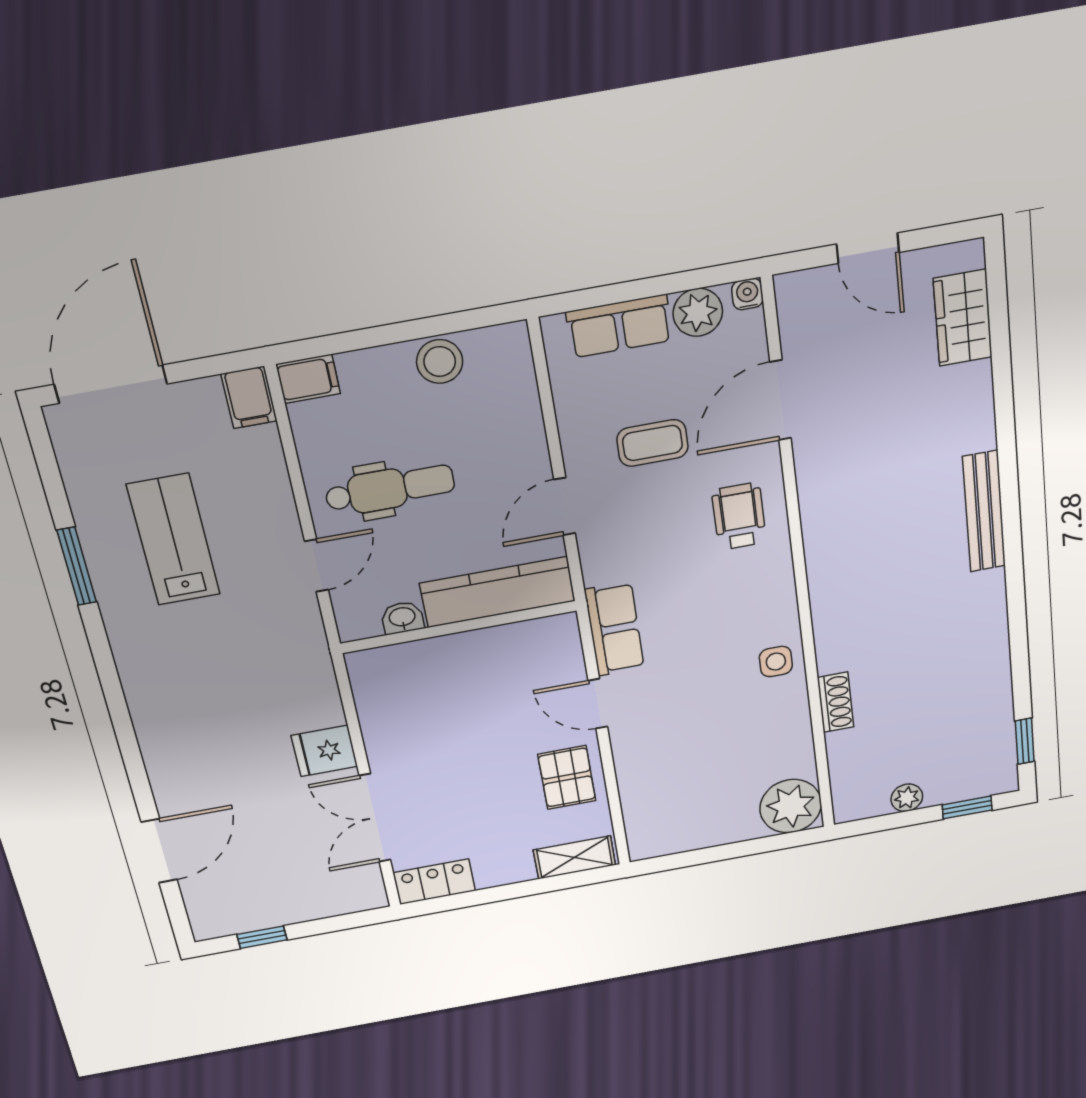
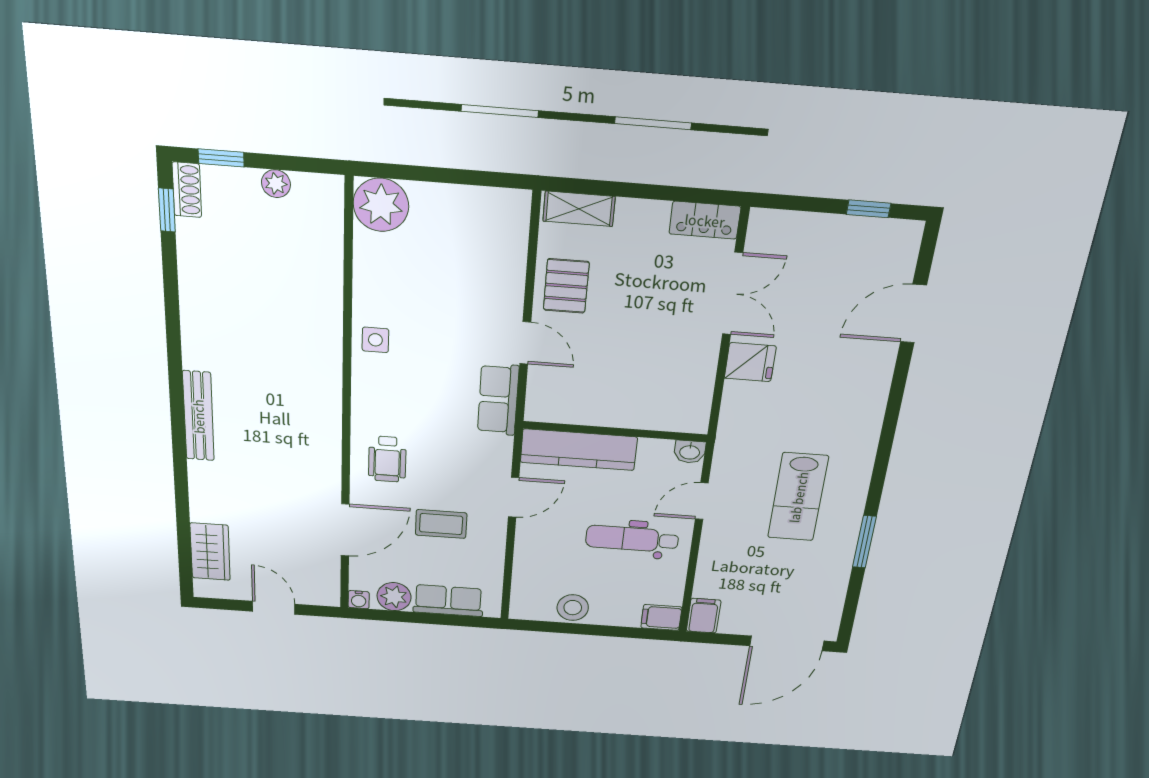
lab bench: (174, 540) -> (798, 497), moved
washbasin: (402, 618) -> (690, 452), moved
shoe rack: (835, 702) -> (187, 190), moved, turned 180

